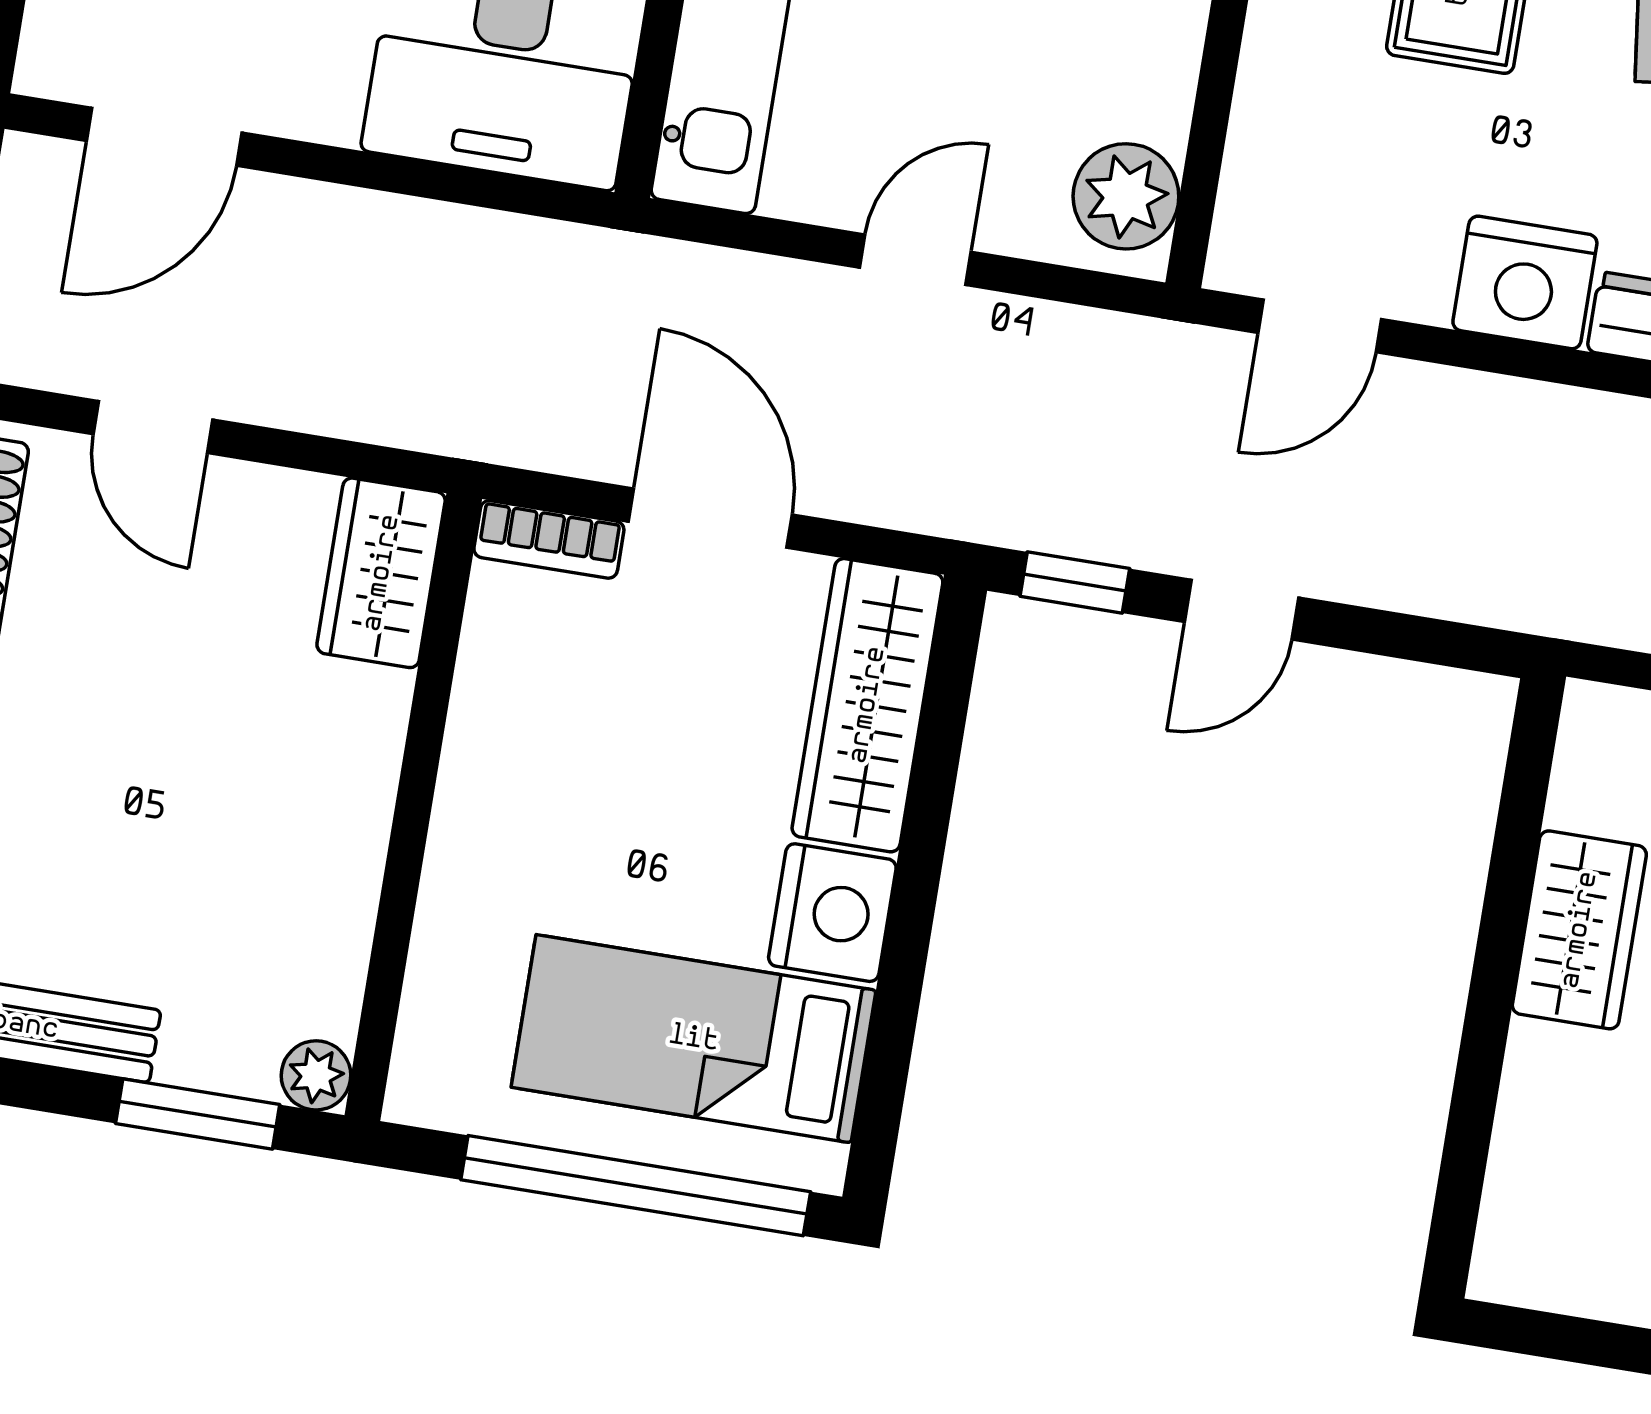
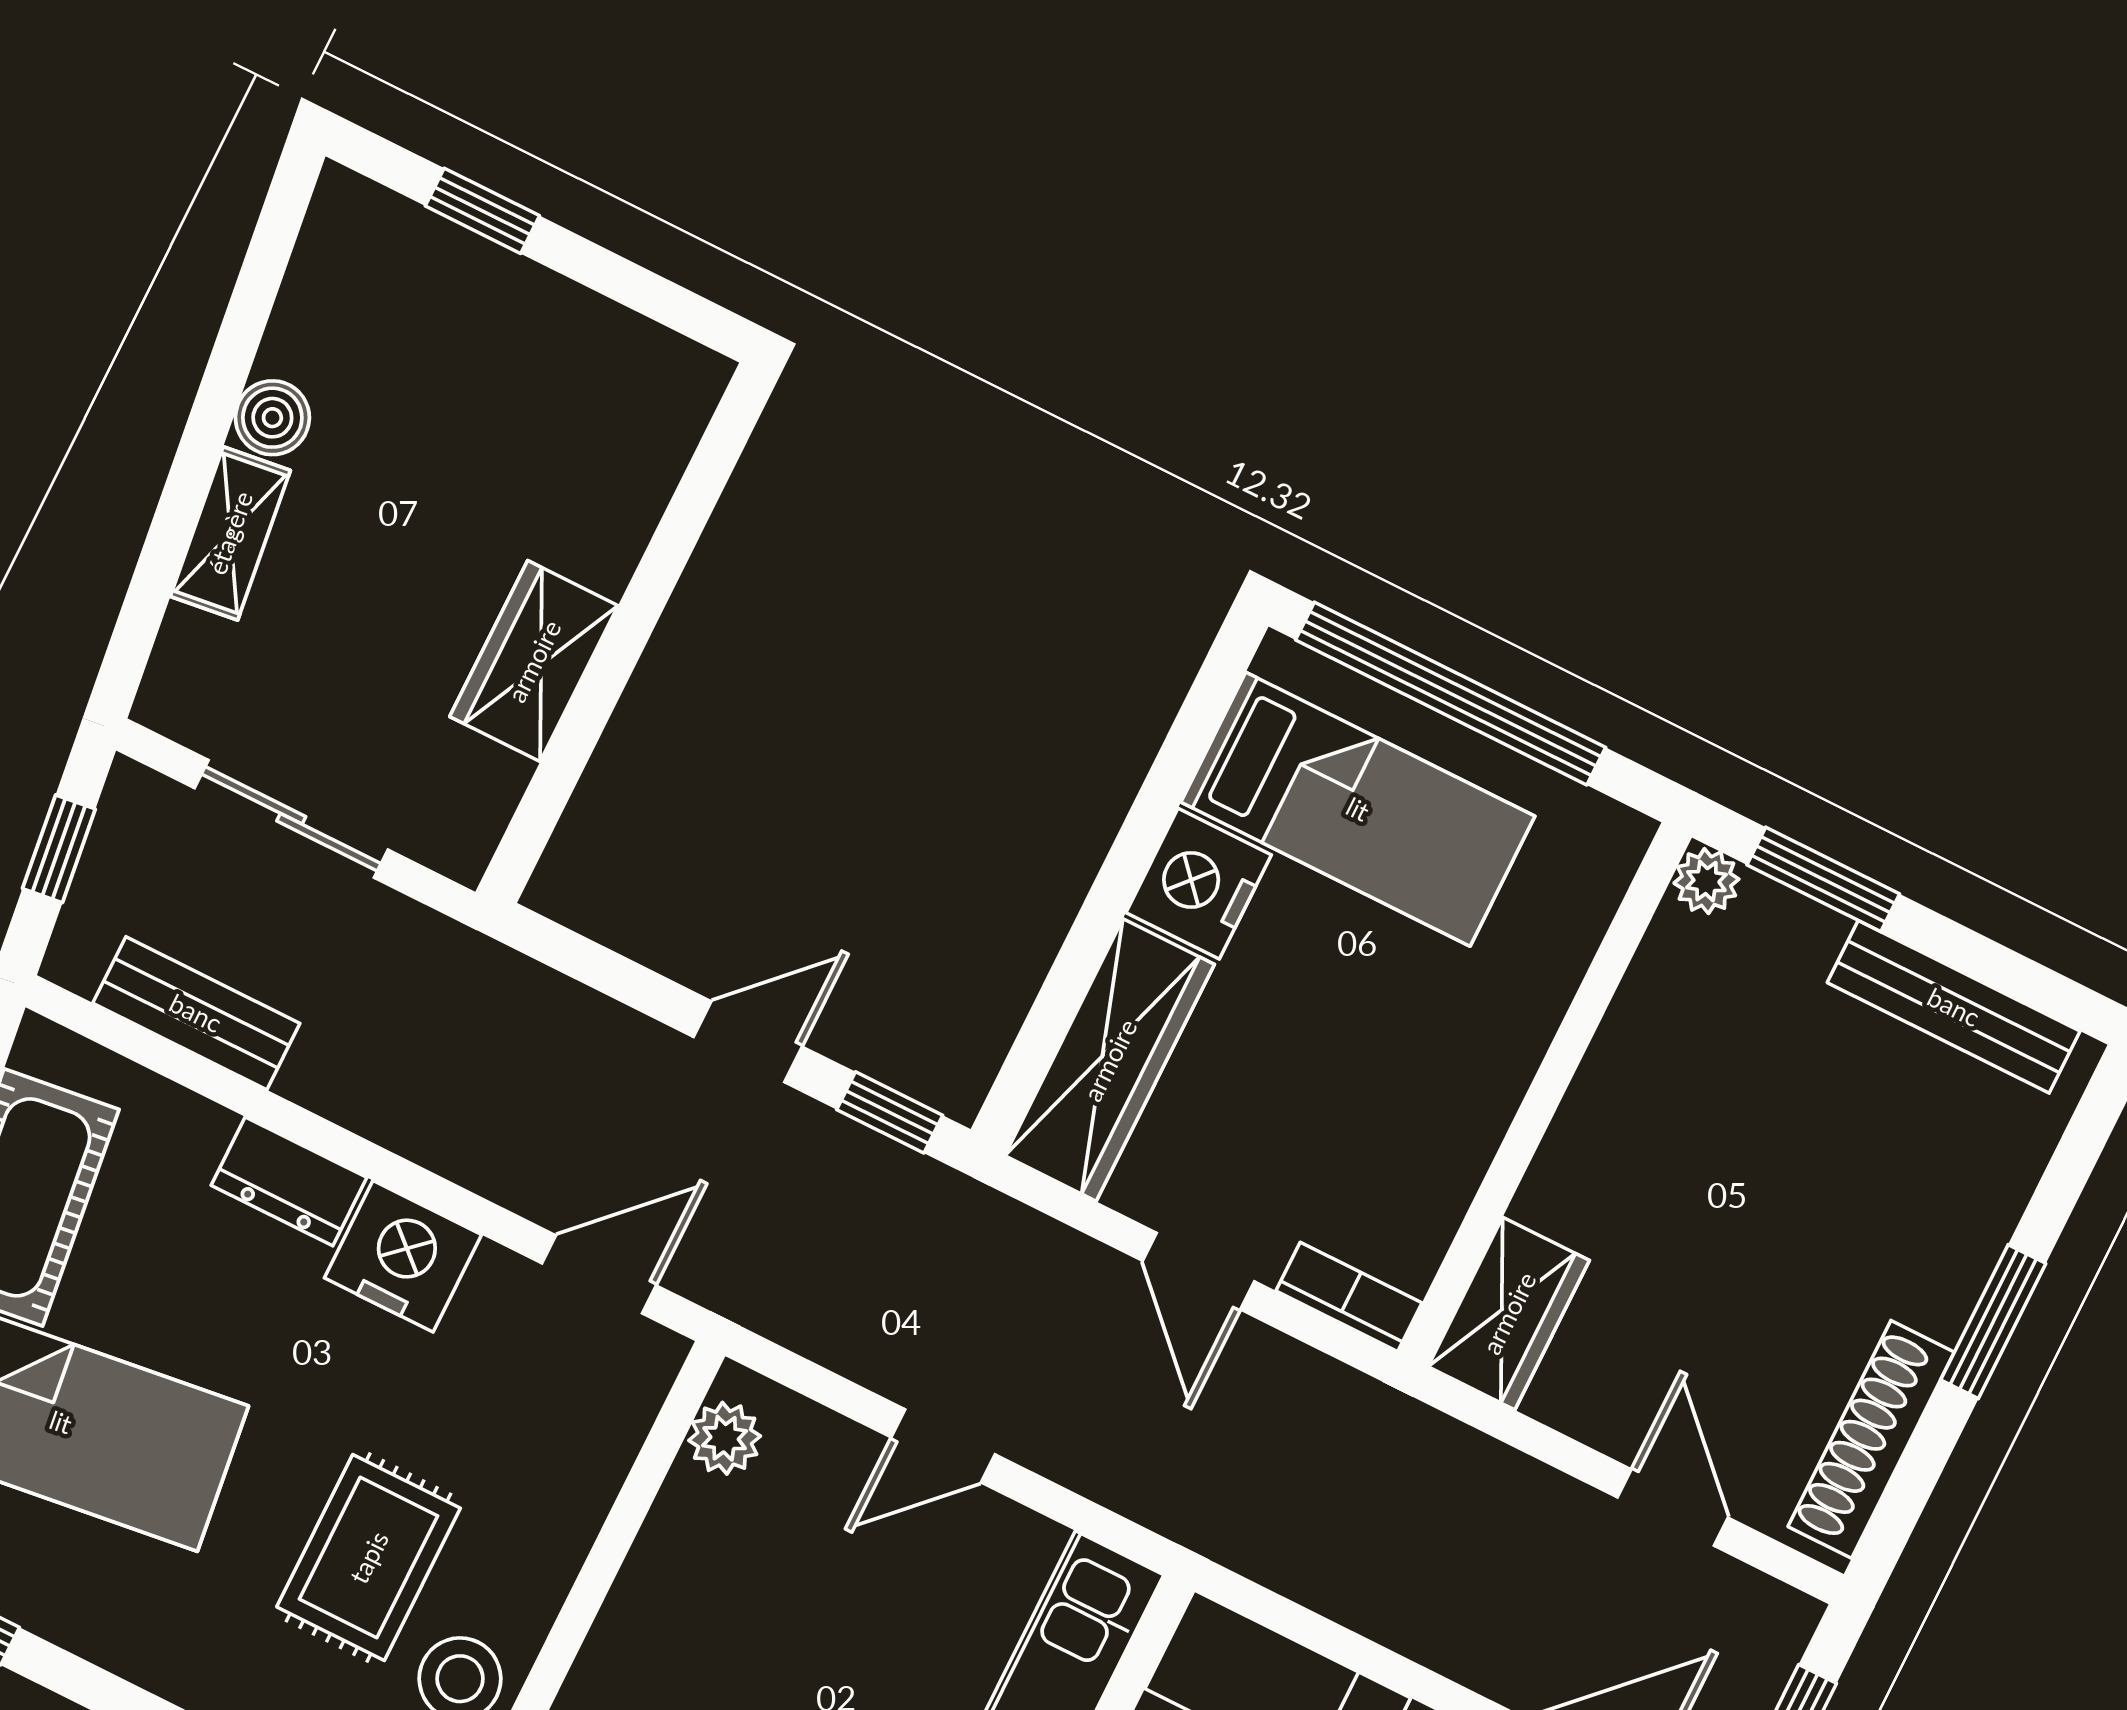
plant: (1126, 196) -> (725, 1438), width x0.73, depth x0.73
door: (710, 518) -> (1198, 1271), width x0.73

